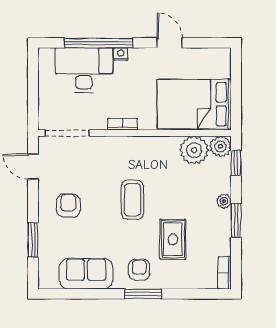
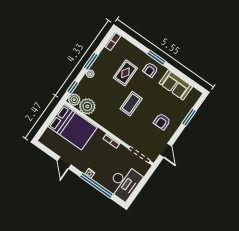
desk: (84, 70) -> (124, 183), moved, turned -90

